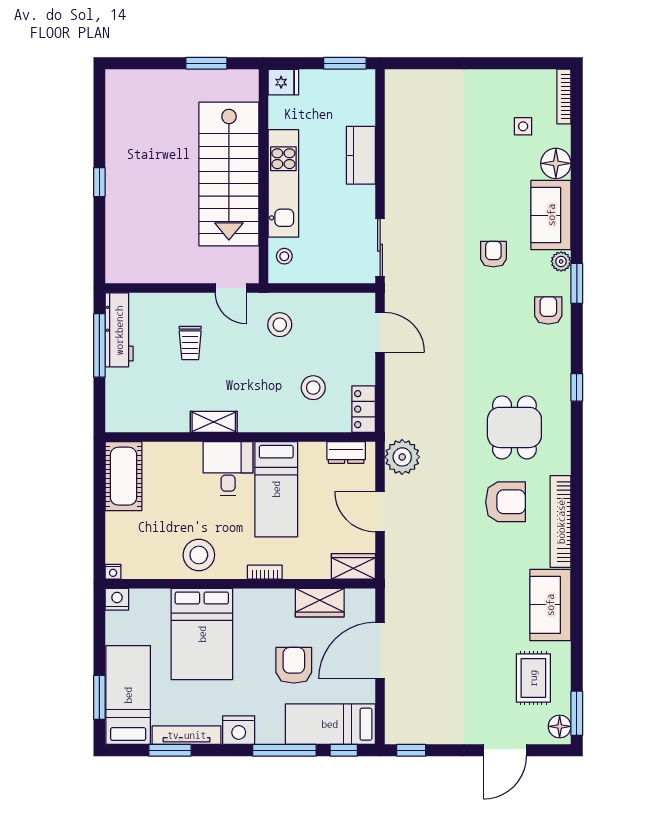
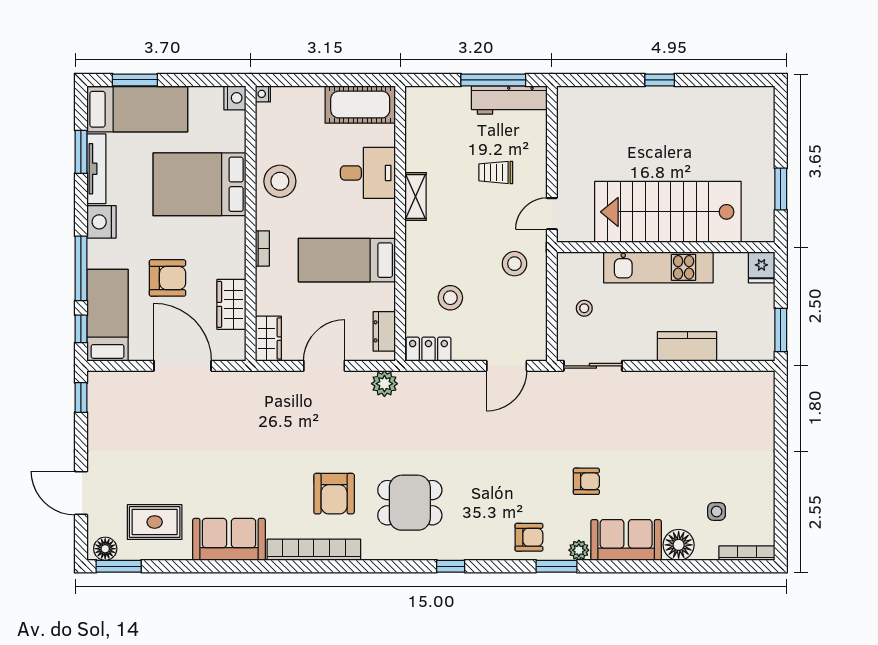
stool: (284, 256) -> (584, 308), moved
plant: (402, 457) -> (384, 384), width x0.73, depth x0.73
desk: (228, 469) -> (368, 173), moved

